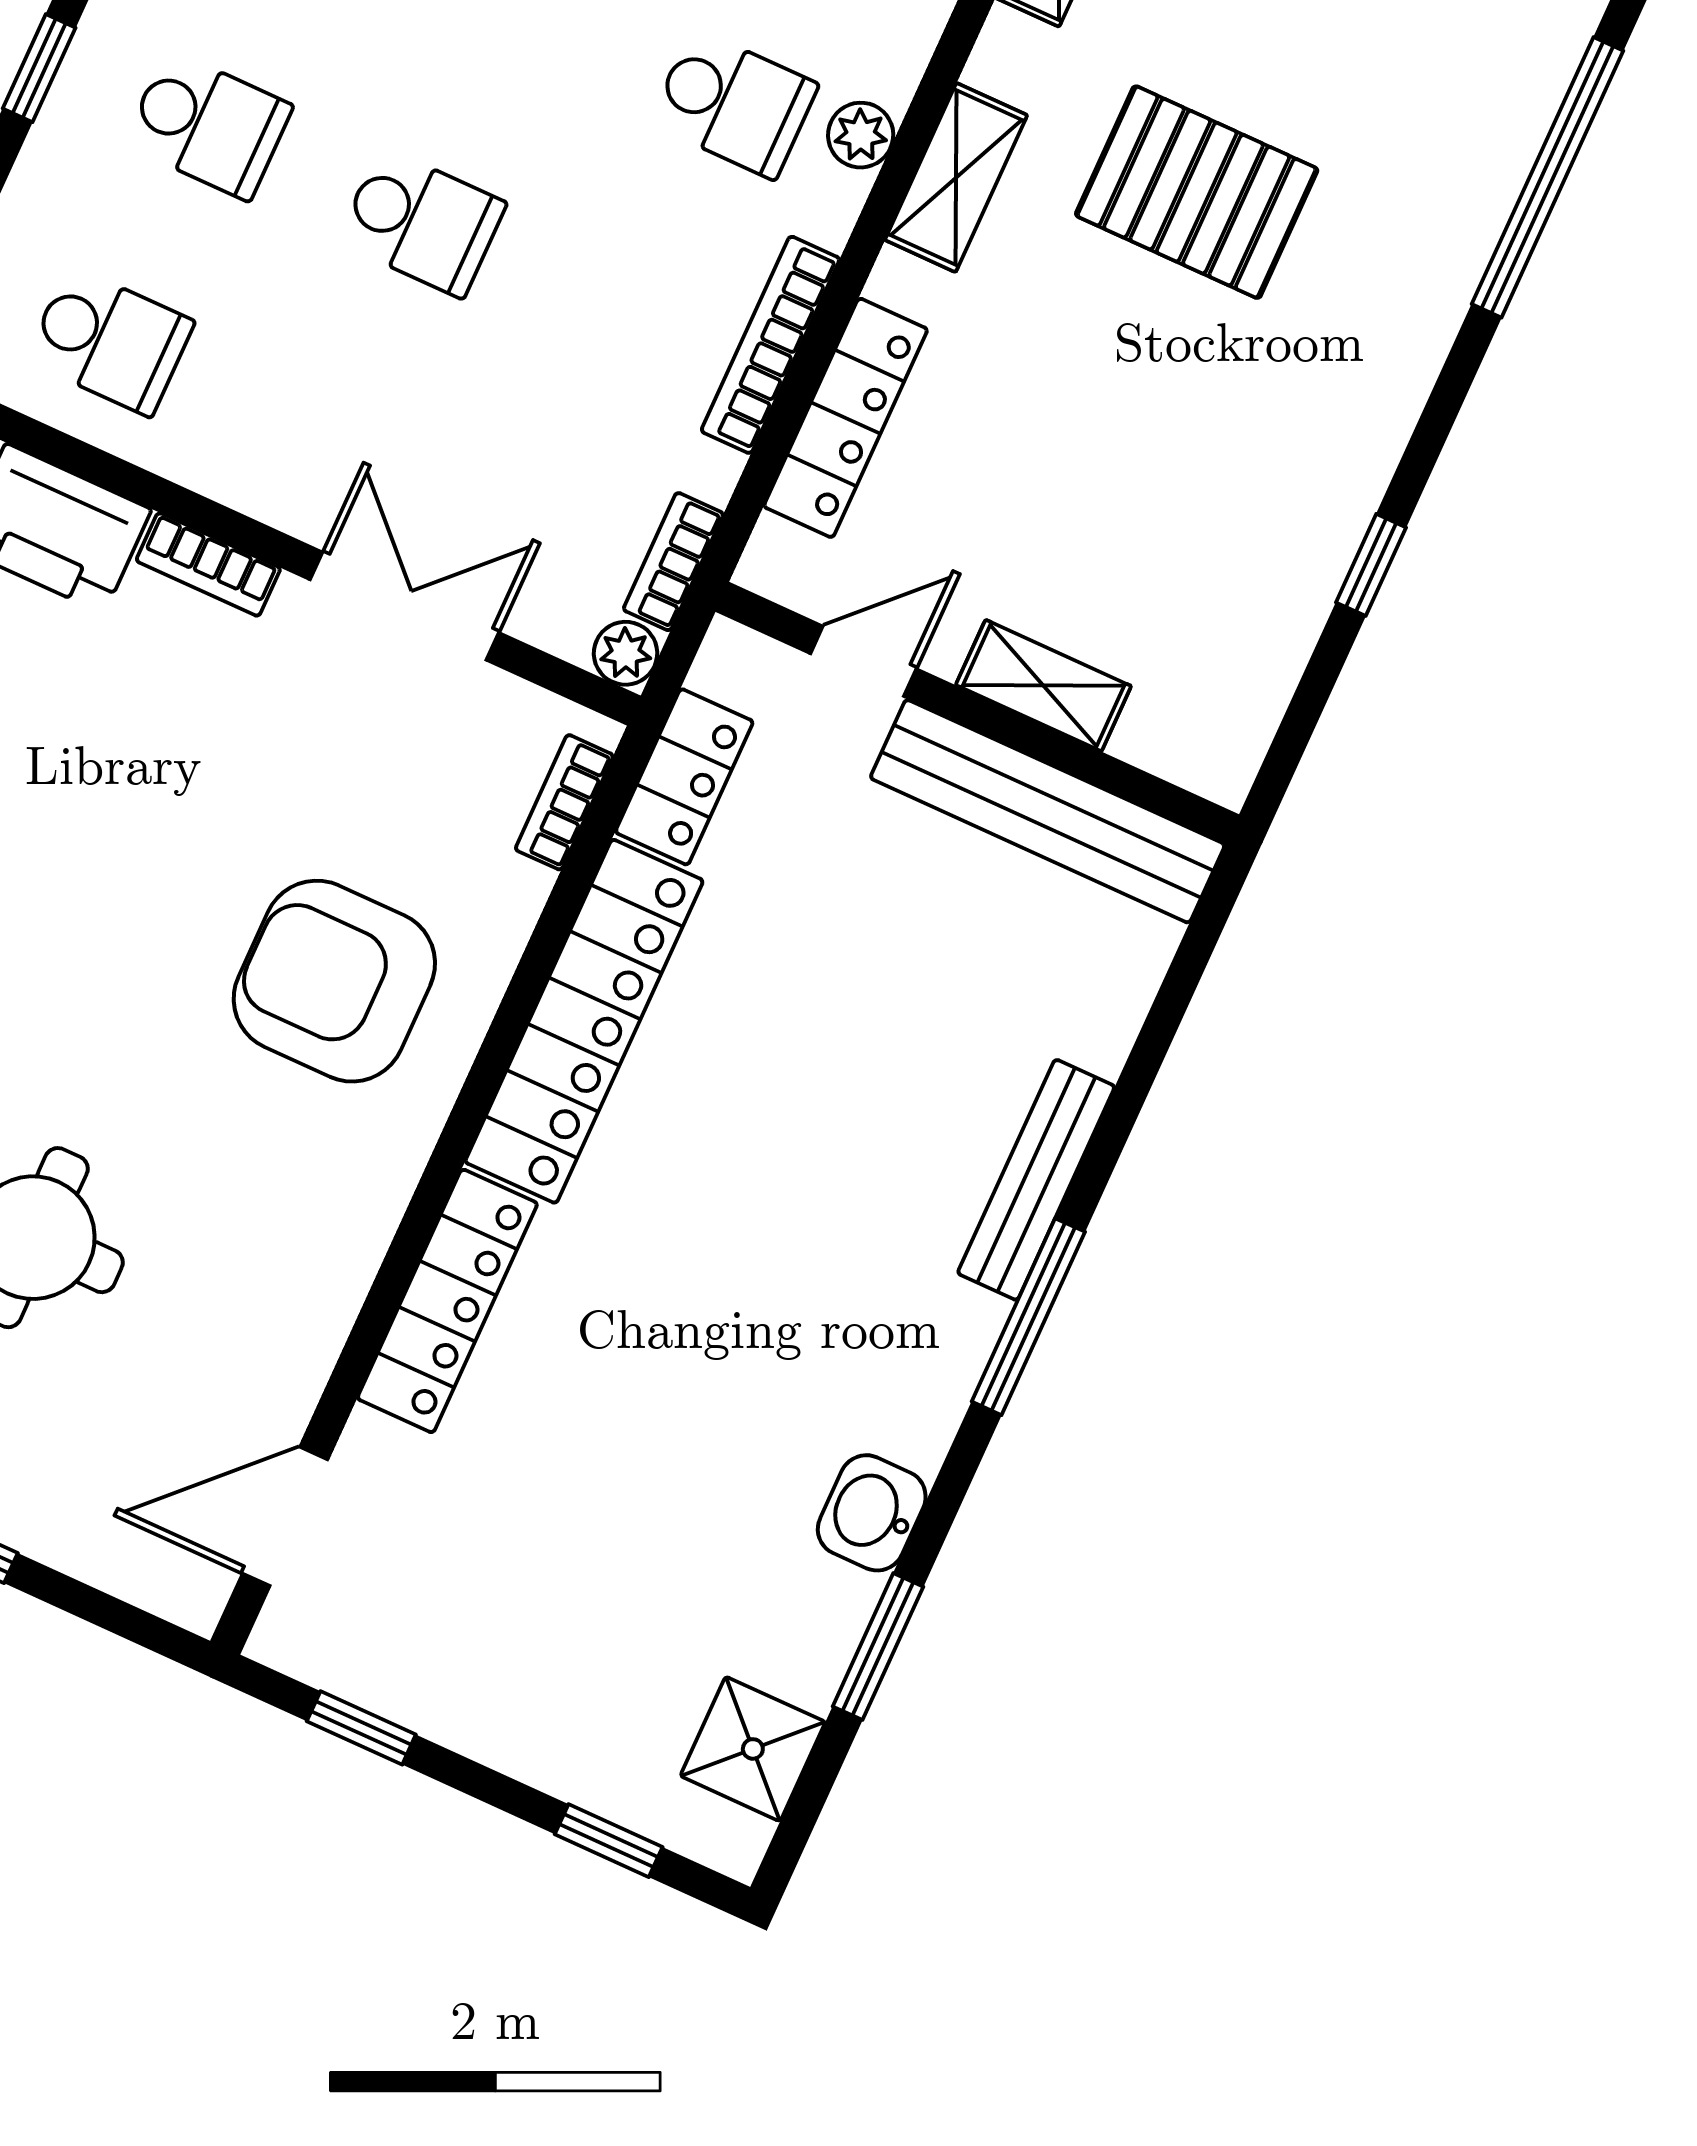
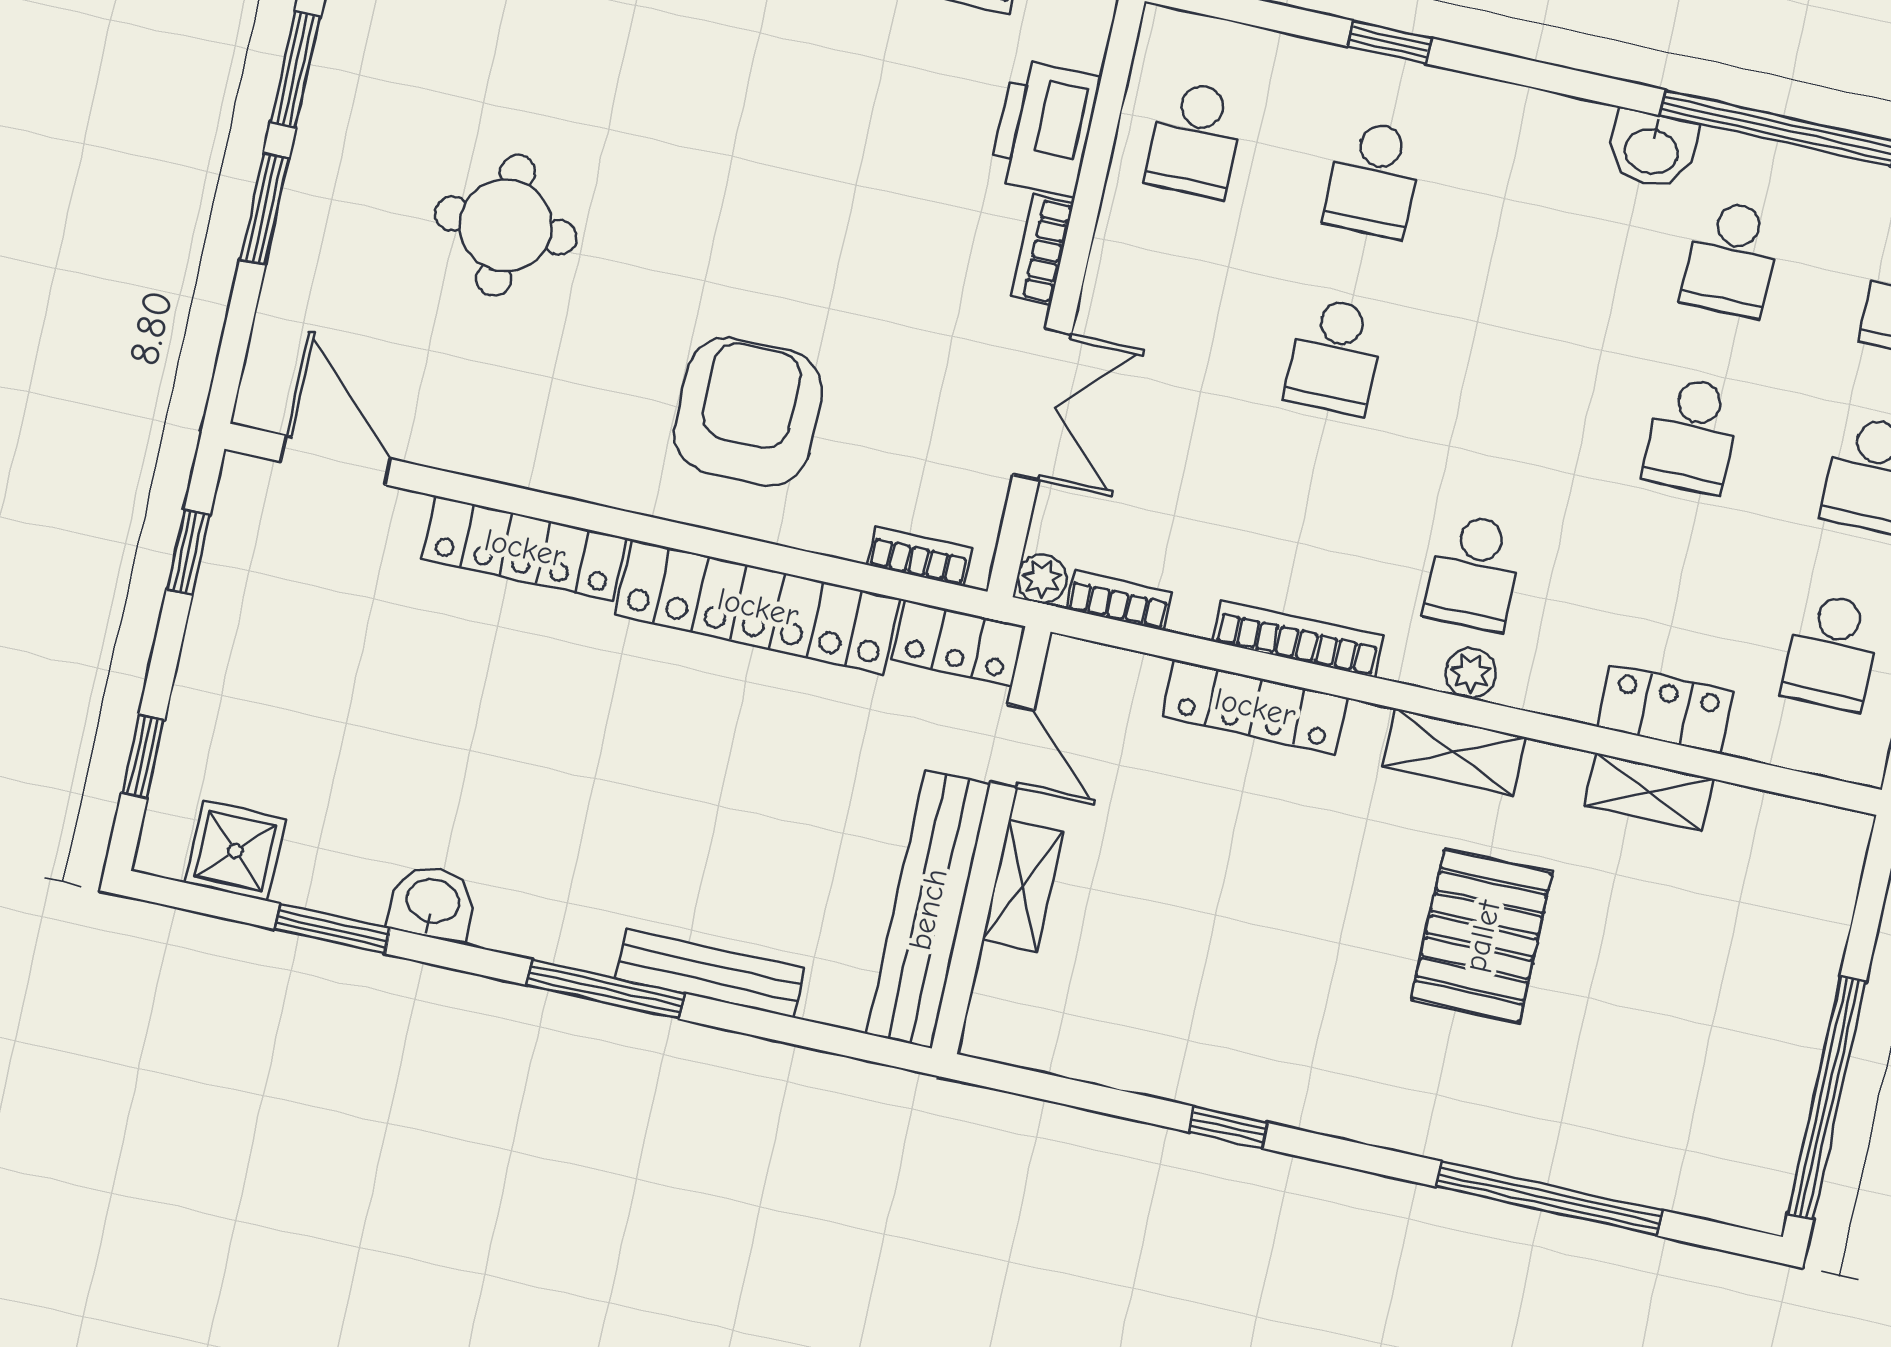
door: (863, 661) -> (1012, 746), moved
shelving: (1043, 686) -> (1023, 886), moved
wall: (977, 713) -> (991, 840), moved
bench: (1048, 811) -> (928, 909), moved

